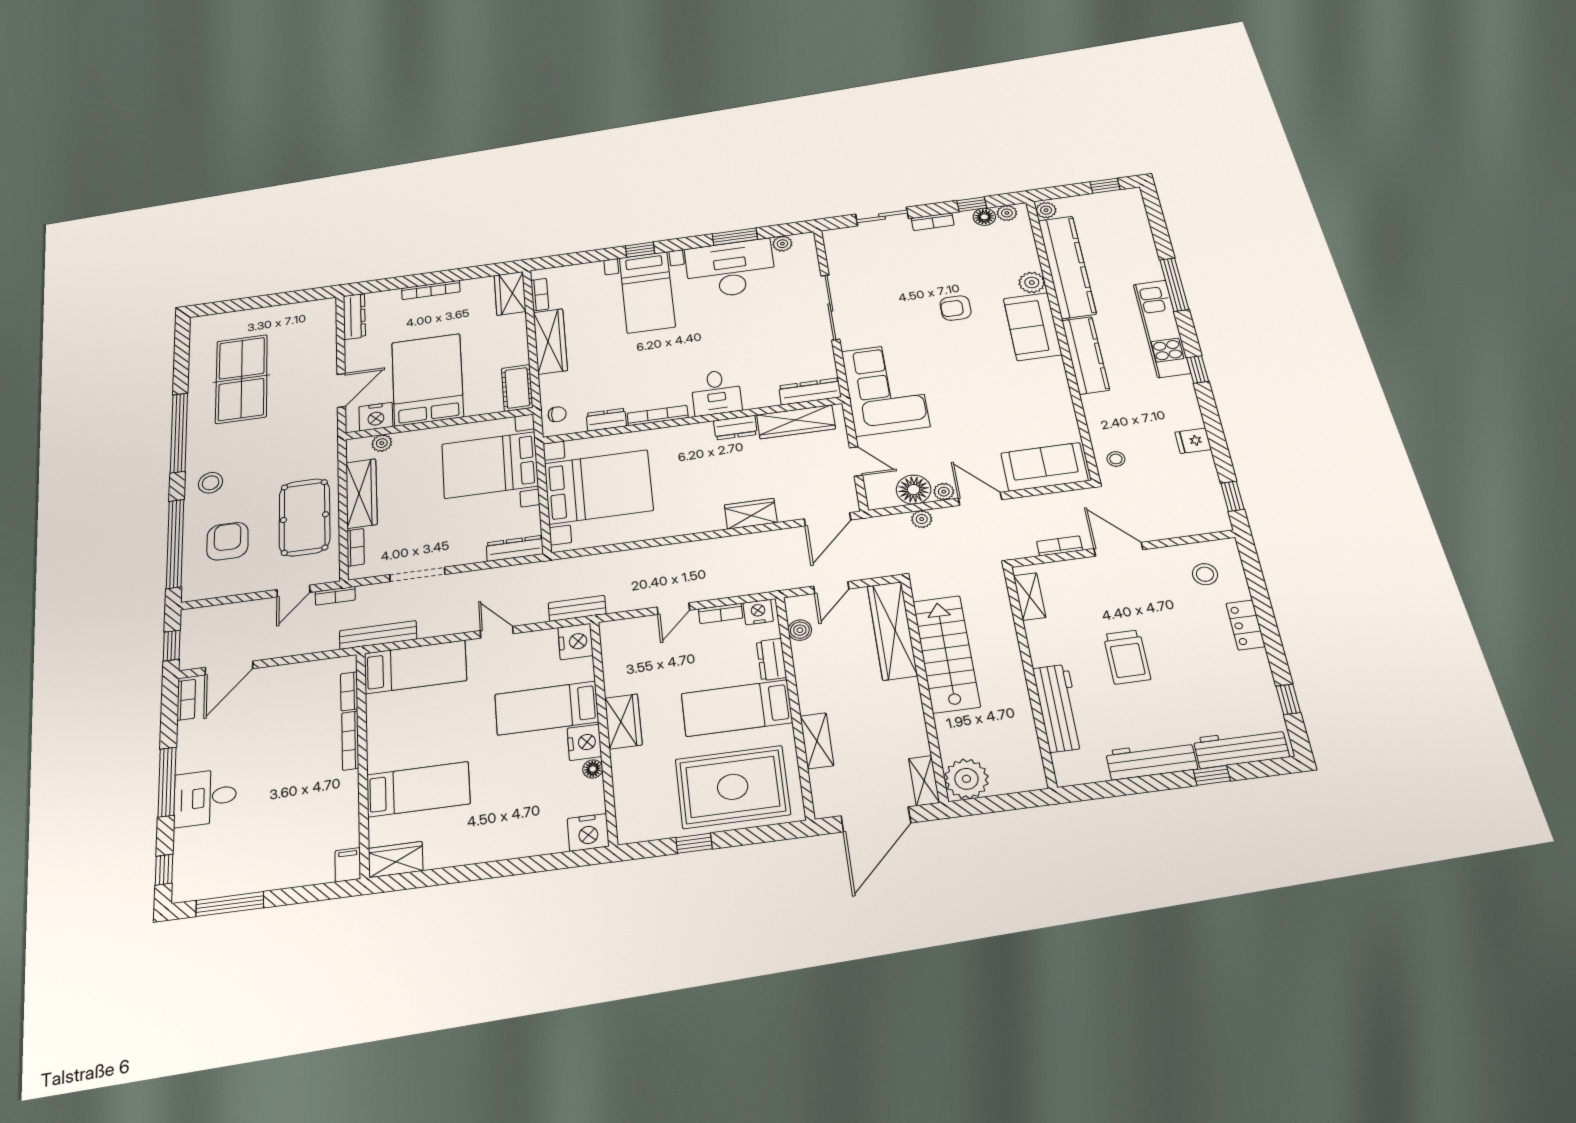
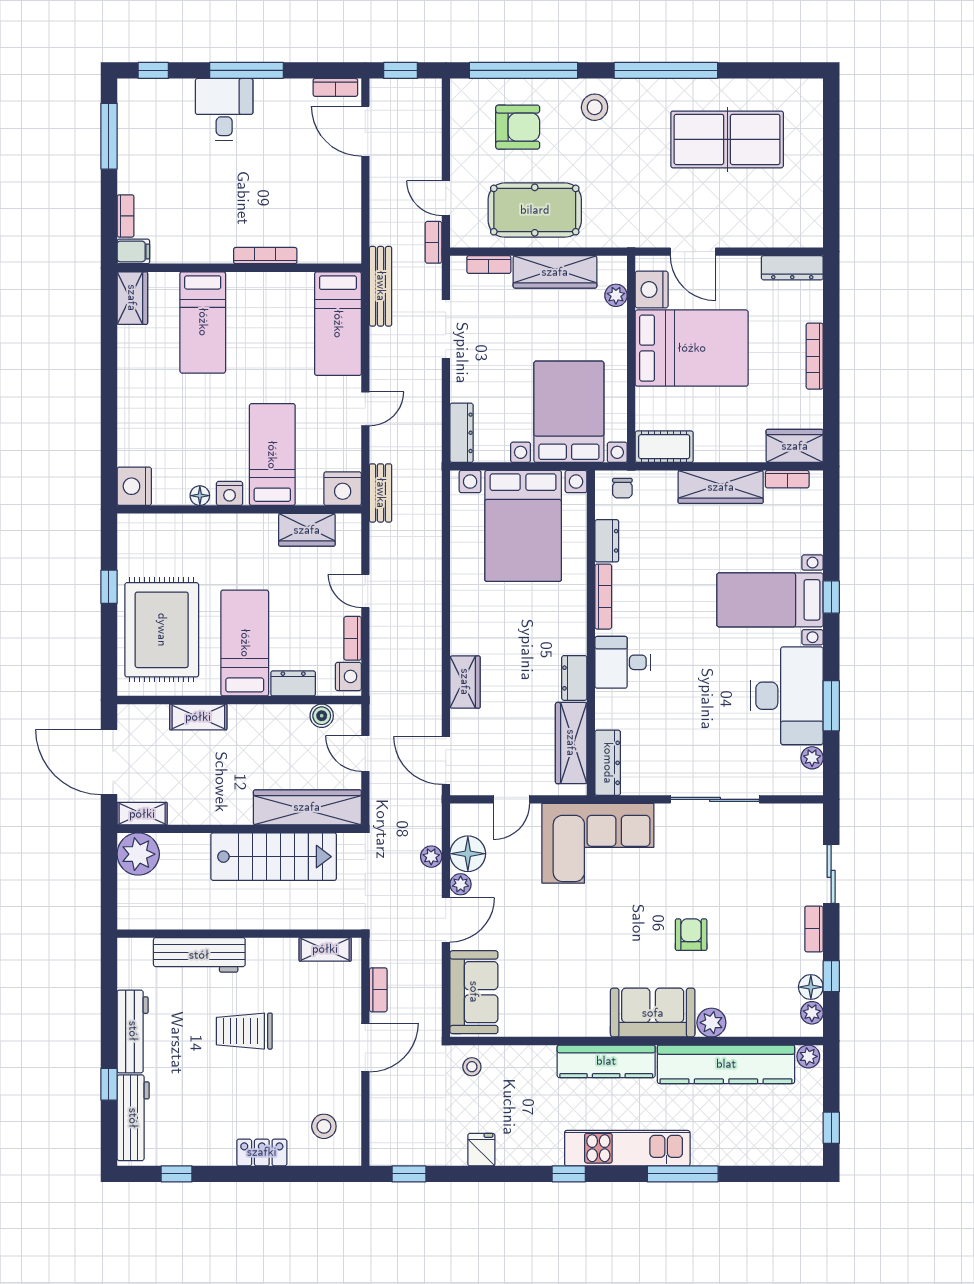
bookcase: (349, 691) -> (125, 216), moved, turned 90
wardrobe: (623, 721) -> (307, 530), moved
nightstand: (584, 742) -> (230, 493), width x0.74, depth x0.75

